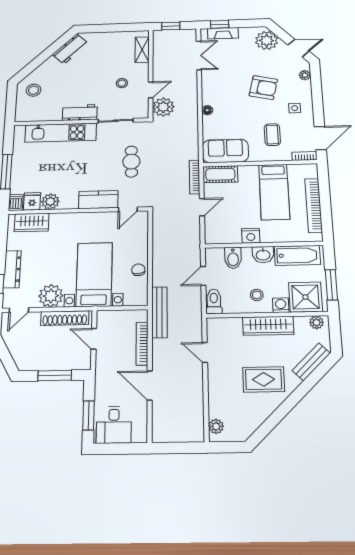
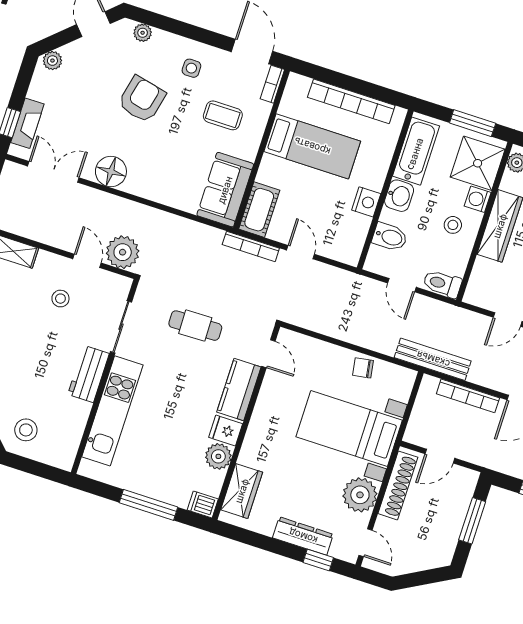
plant: (267, 40) -> (52, 61), width x0.53, depth x0.53
floor lamp: (207, 110) -> (111, 171), moved, width x1.89, depth x1.89
fridge: (32, 201) -> (226, 431), moved

